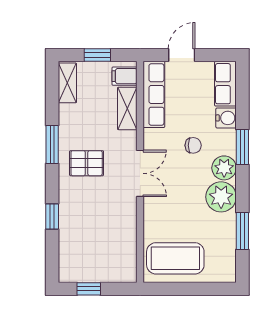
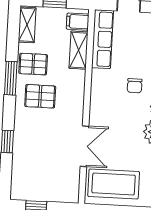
pallet: (77, 127) -> (33, 64), added
chair: (193, 145) -> (135, 86), turned 90
double door: (140, 173) -> (85, 146), moved

